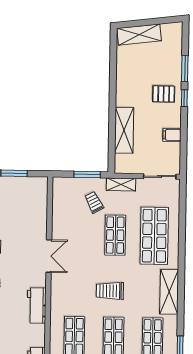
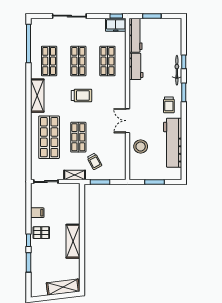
pallet: (164, 94) -> (41, 233), moved
shelving: (124, 130) -> (73, 241), moved
stool: (32, 221) -> (141, 146), added
workbench: (37, 306) -> (136, 66), moved

